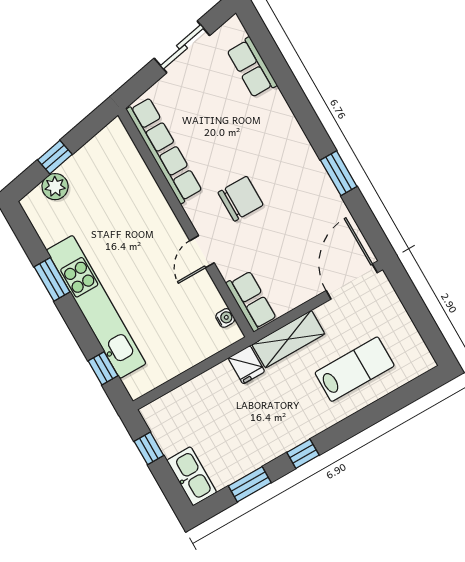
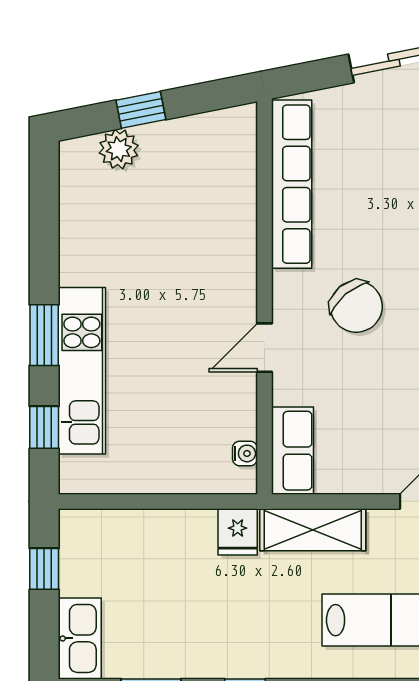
chair: (241, 199) -> (356, 307), turned 50
window: (52, 279) -> (44, 335), moved
kitchen unit: (96, 307) -> (82, 371), width x0.73

